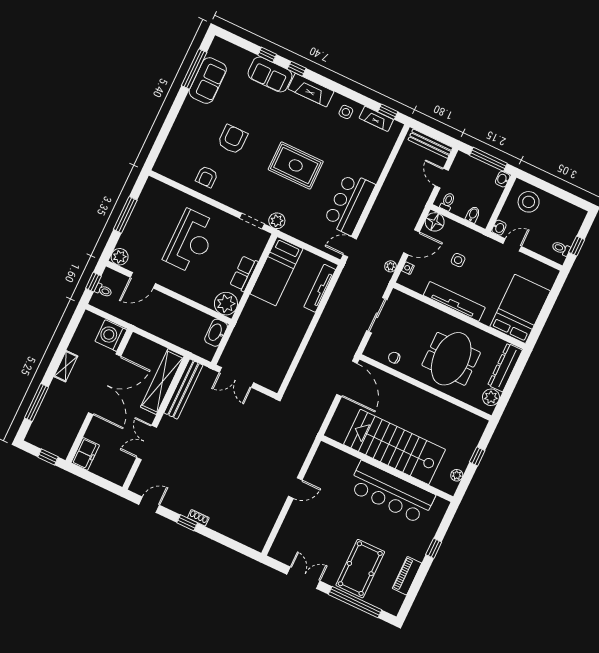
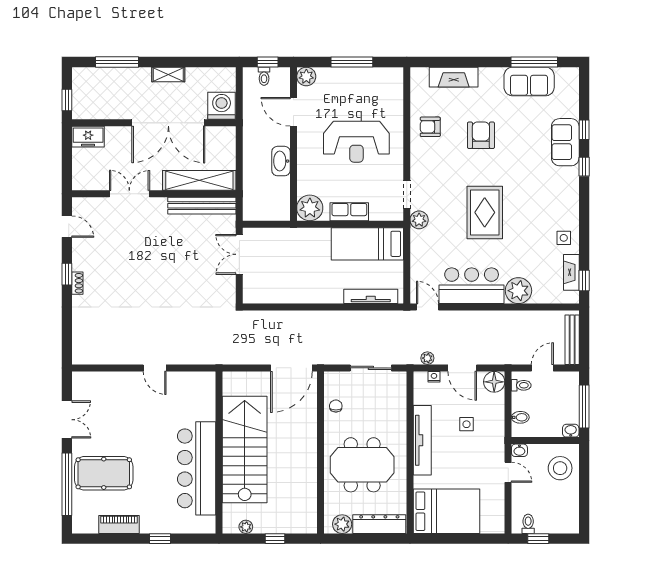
fireplace: (311, 90) -> (454, 77), moved, turned -90
armchair: (233, 139) -> (481, 135), turned -90
plant: (371, 168) -> (518, 291), added
washbasin: (216, 333) -> (281, 161), moved, turned -90

